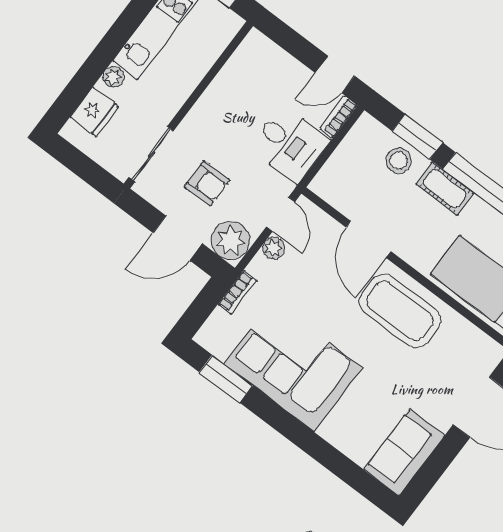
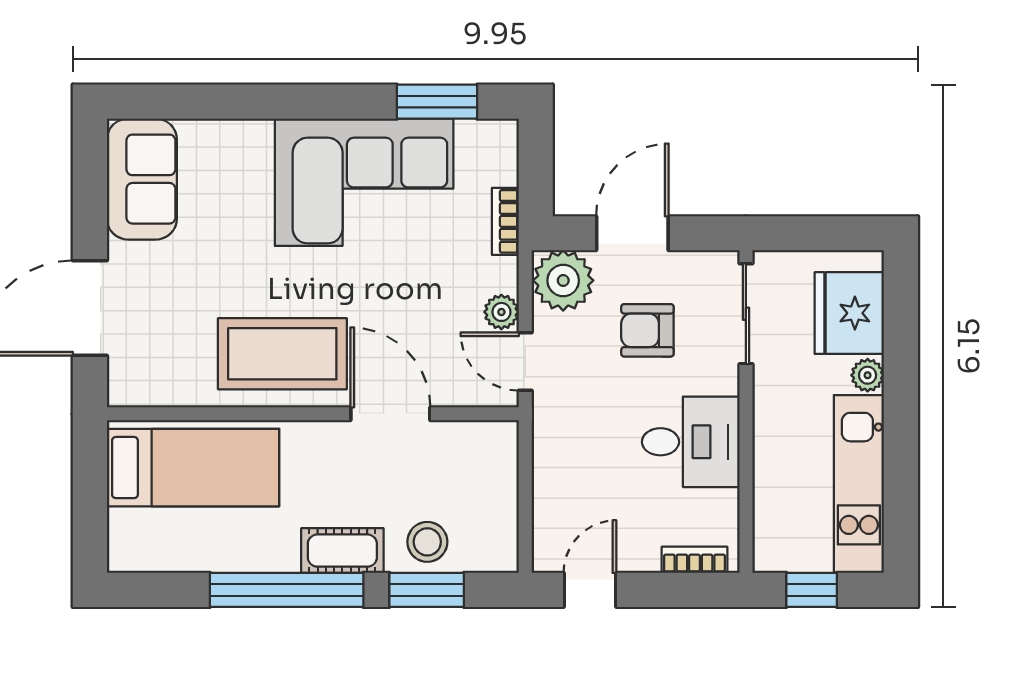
fridge: (94, 112) -> (849, 313), width x1.36, depth x1.34
bookcase: (339, 117) -> (694, 560), moved, turned -90
desk: (290, 144) -> (691, 442), moved, turned 180

